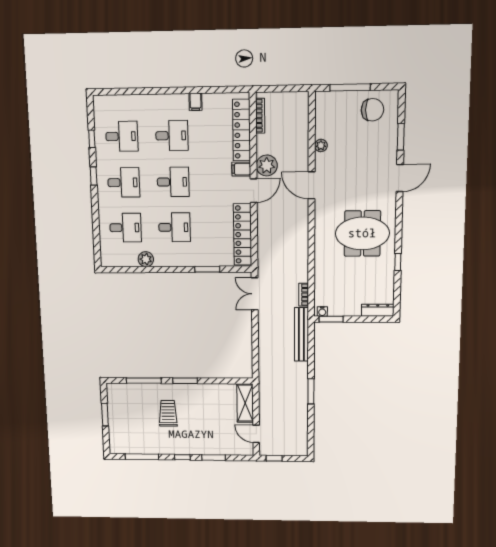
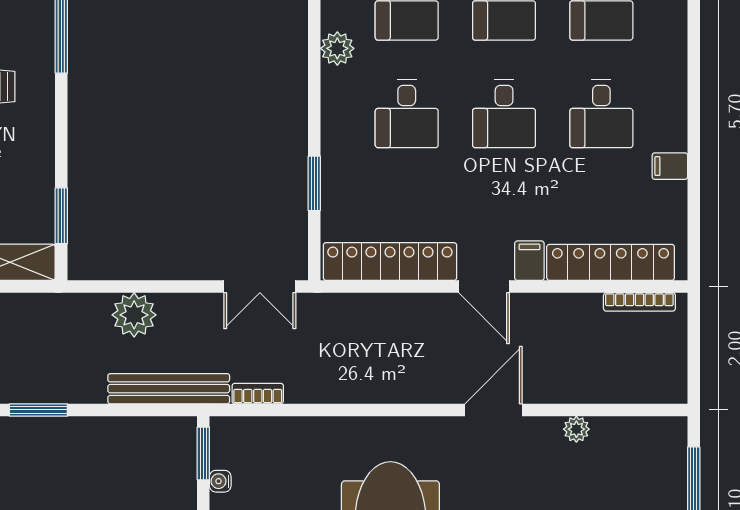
plant: (267, 165) -> (134, 315), moved
double door: (255, 294) -> (260, 287), swing flipped
water cooler: (322, 311) -> (220, 481), moved
window: (185, 381) -> (61, 216), moved

